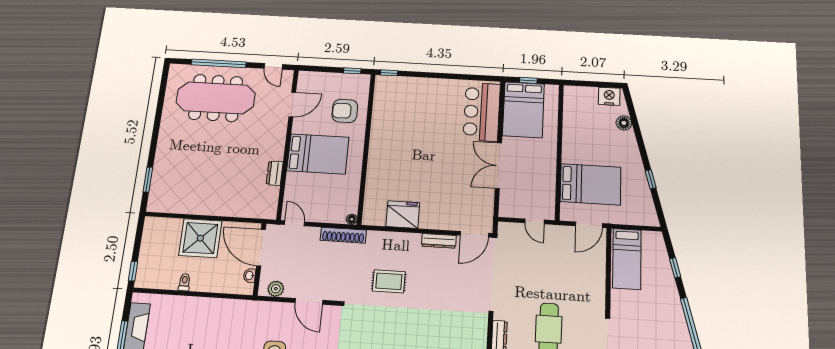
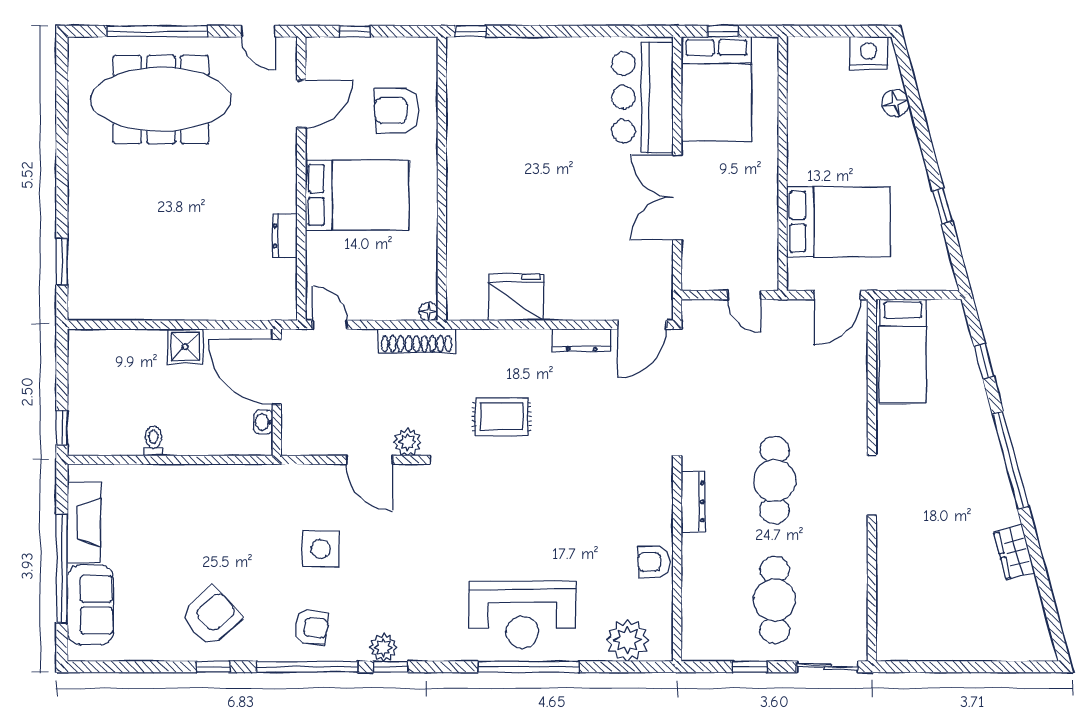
window: (352, 71) -> (355, 31), moved
shower: (200, 238) -> (185, 347), width x0.54, depth x0.54
plant: (276, 289) -> (407, 442), moved

